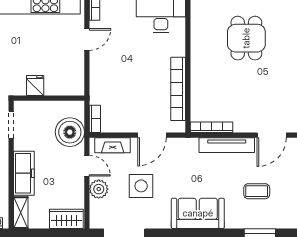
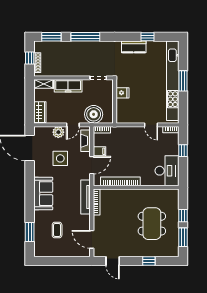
dining table: (246, 38) -> (152, 224), width x1.38
filing cabinet: (130, 123) -> (100, 151), added
door: (152, 135) -> (92, 165), swing flipped
tv unit: (227, 145) -> (86, 197), moved

